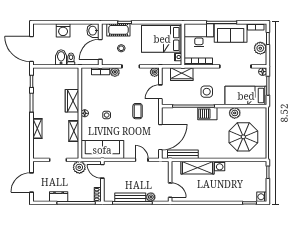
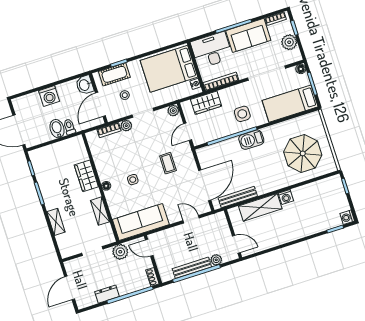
plant: (235, 113) -> (283, 129), removed

